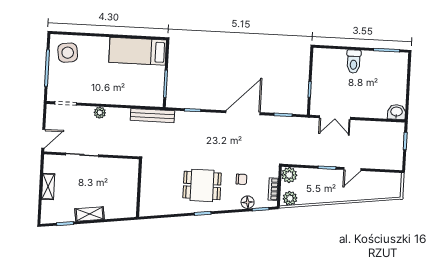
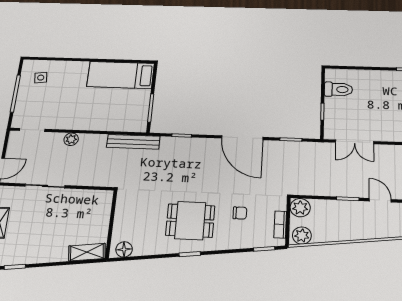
side table: (68, 53) -> (41, 78), width x0.54, depth x0.54
toilet: (354, 61) -> (338, 89), moved, turned -90
door: (243, 113) -> (242, 138), swing flipped
door: (352, 169) -> (380, 200), swing flipped
floor lamp: (248, 202) -> (124, 249), moved
shelving: (90, 214) -> (87, 252), moved

